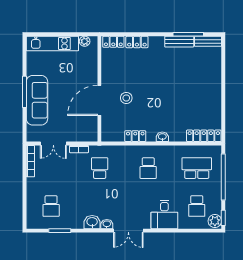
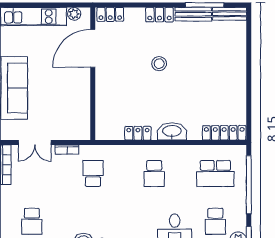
locker: (137, 42) -> (159, 15), moved
stool: (126, 98) -> (159, 64), moved
door: (99, 100) -> (93, 48), moved
washbasin: (162, 137) -> (172, 131), width x1.91, depth x1.45
school desk: (197, 168) -> (215, 174), turned 180

